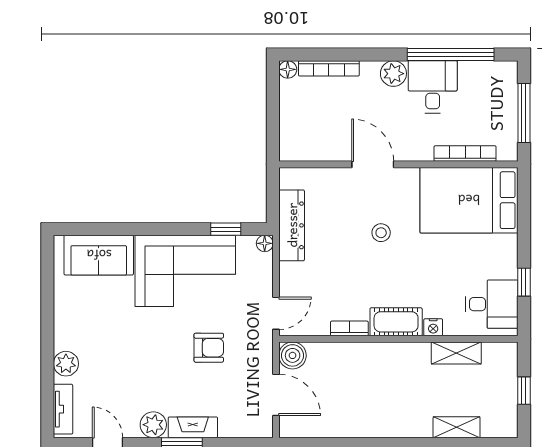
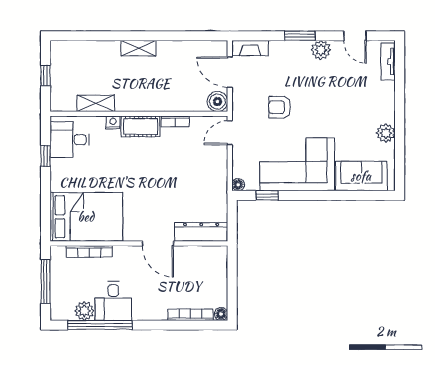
plant: (393, 74) -> (84, 311), moved
dresser: (292, 225) -> (201, 232), moved, turned 90
stool: (381, 233) -> (152, 193), removed
plant: (66, 364) -> (386, 133), moved
fireplace: (193, 427) -> (250, 48), moved
shelving: (457, 427) -> (139, 48), moved

